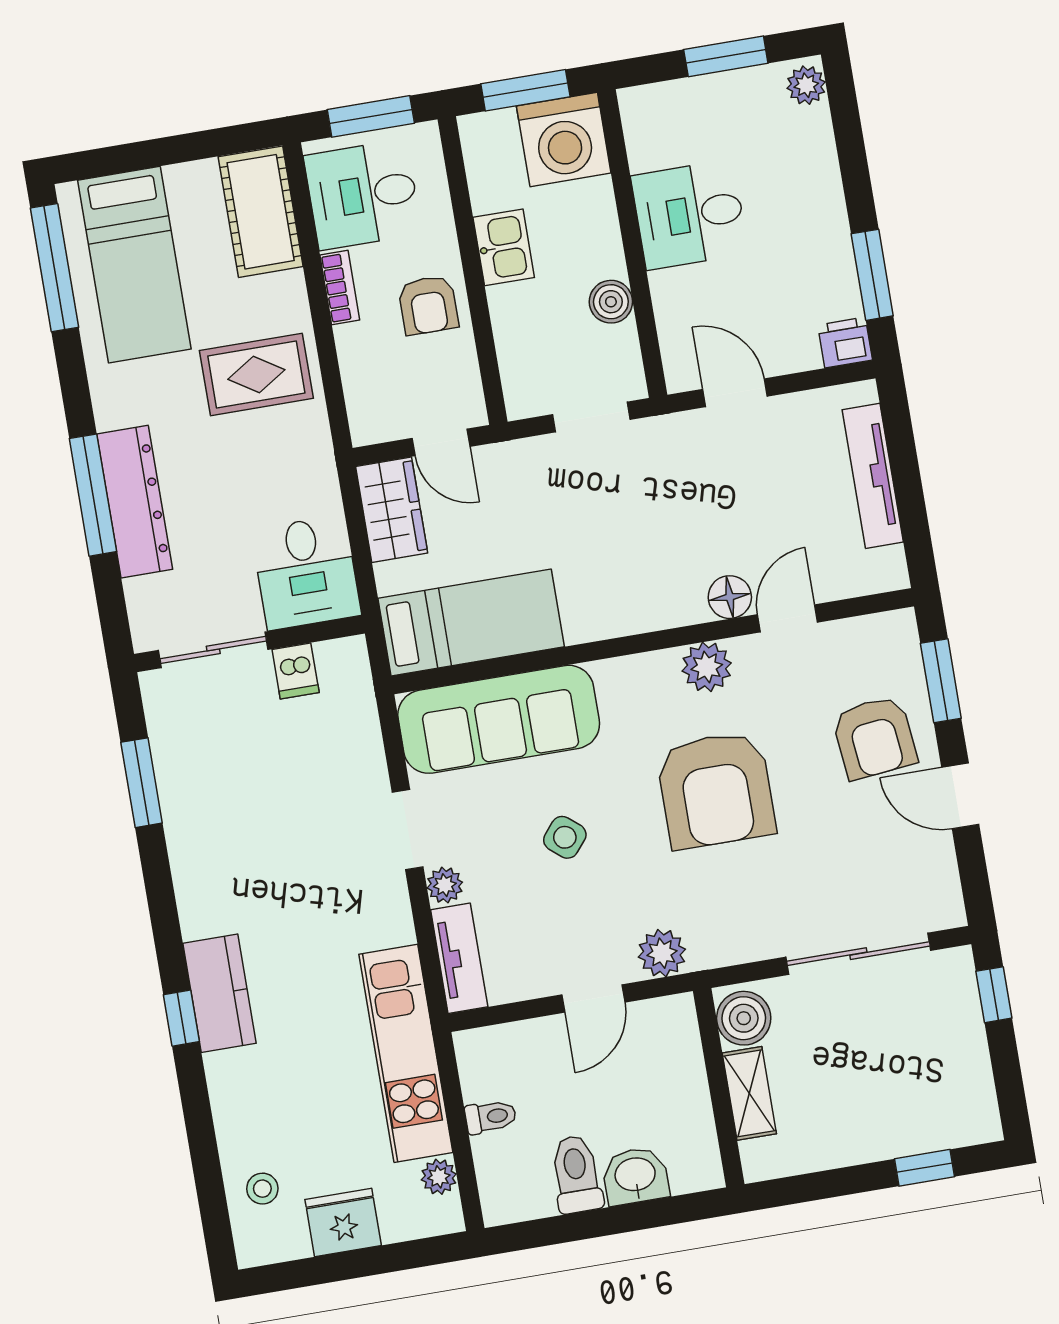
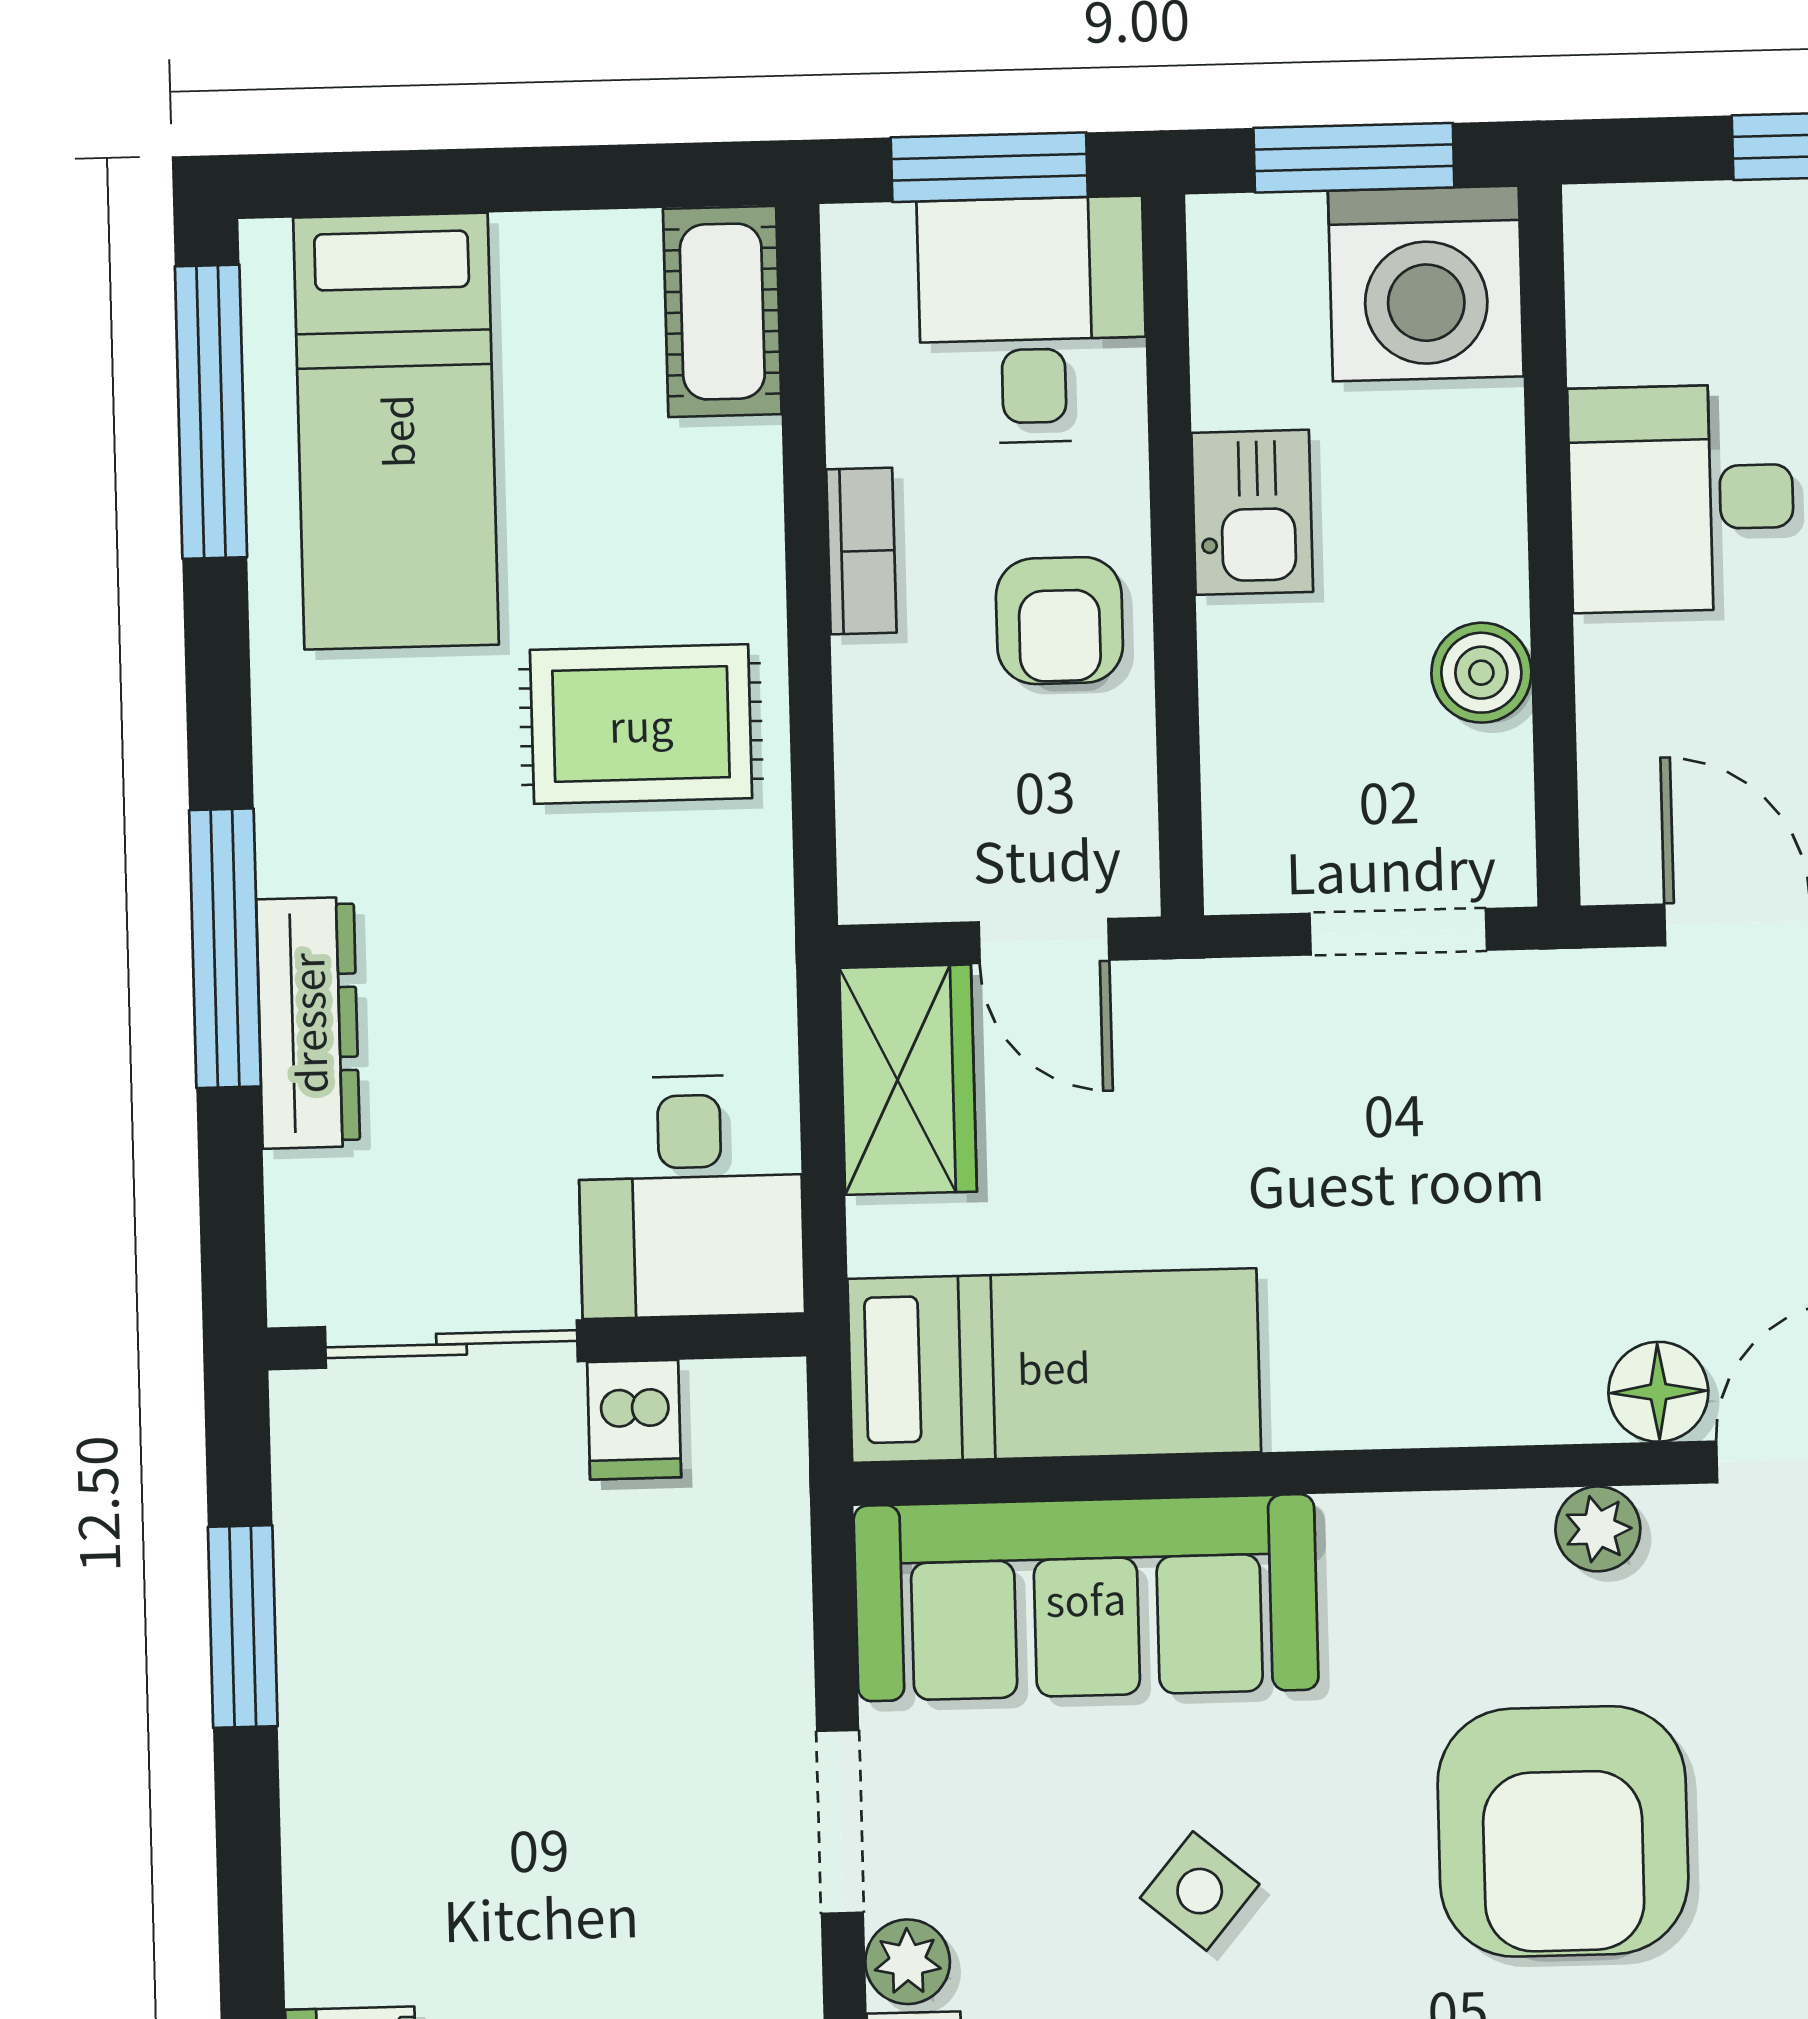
desk: (363, 195) -> (1032, 320), moved, turned 90
cot: (261, 212) -> (722, 312), width x0.73, depth x0.75
dresser: (135, 502) -> (308, 1023), width x0.73, depth x0.80
plant: (707, 667) -> (1598, 1529), width x0.73, depth x0.73

